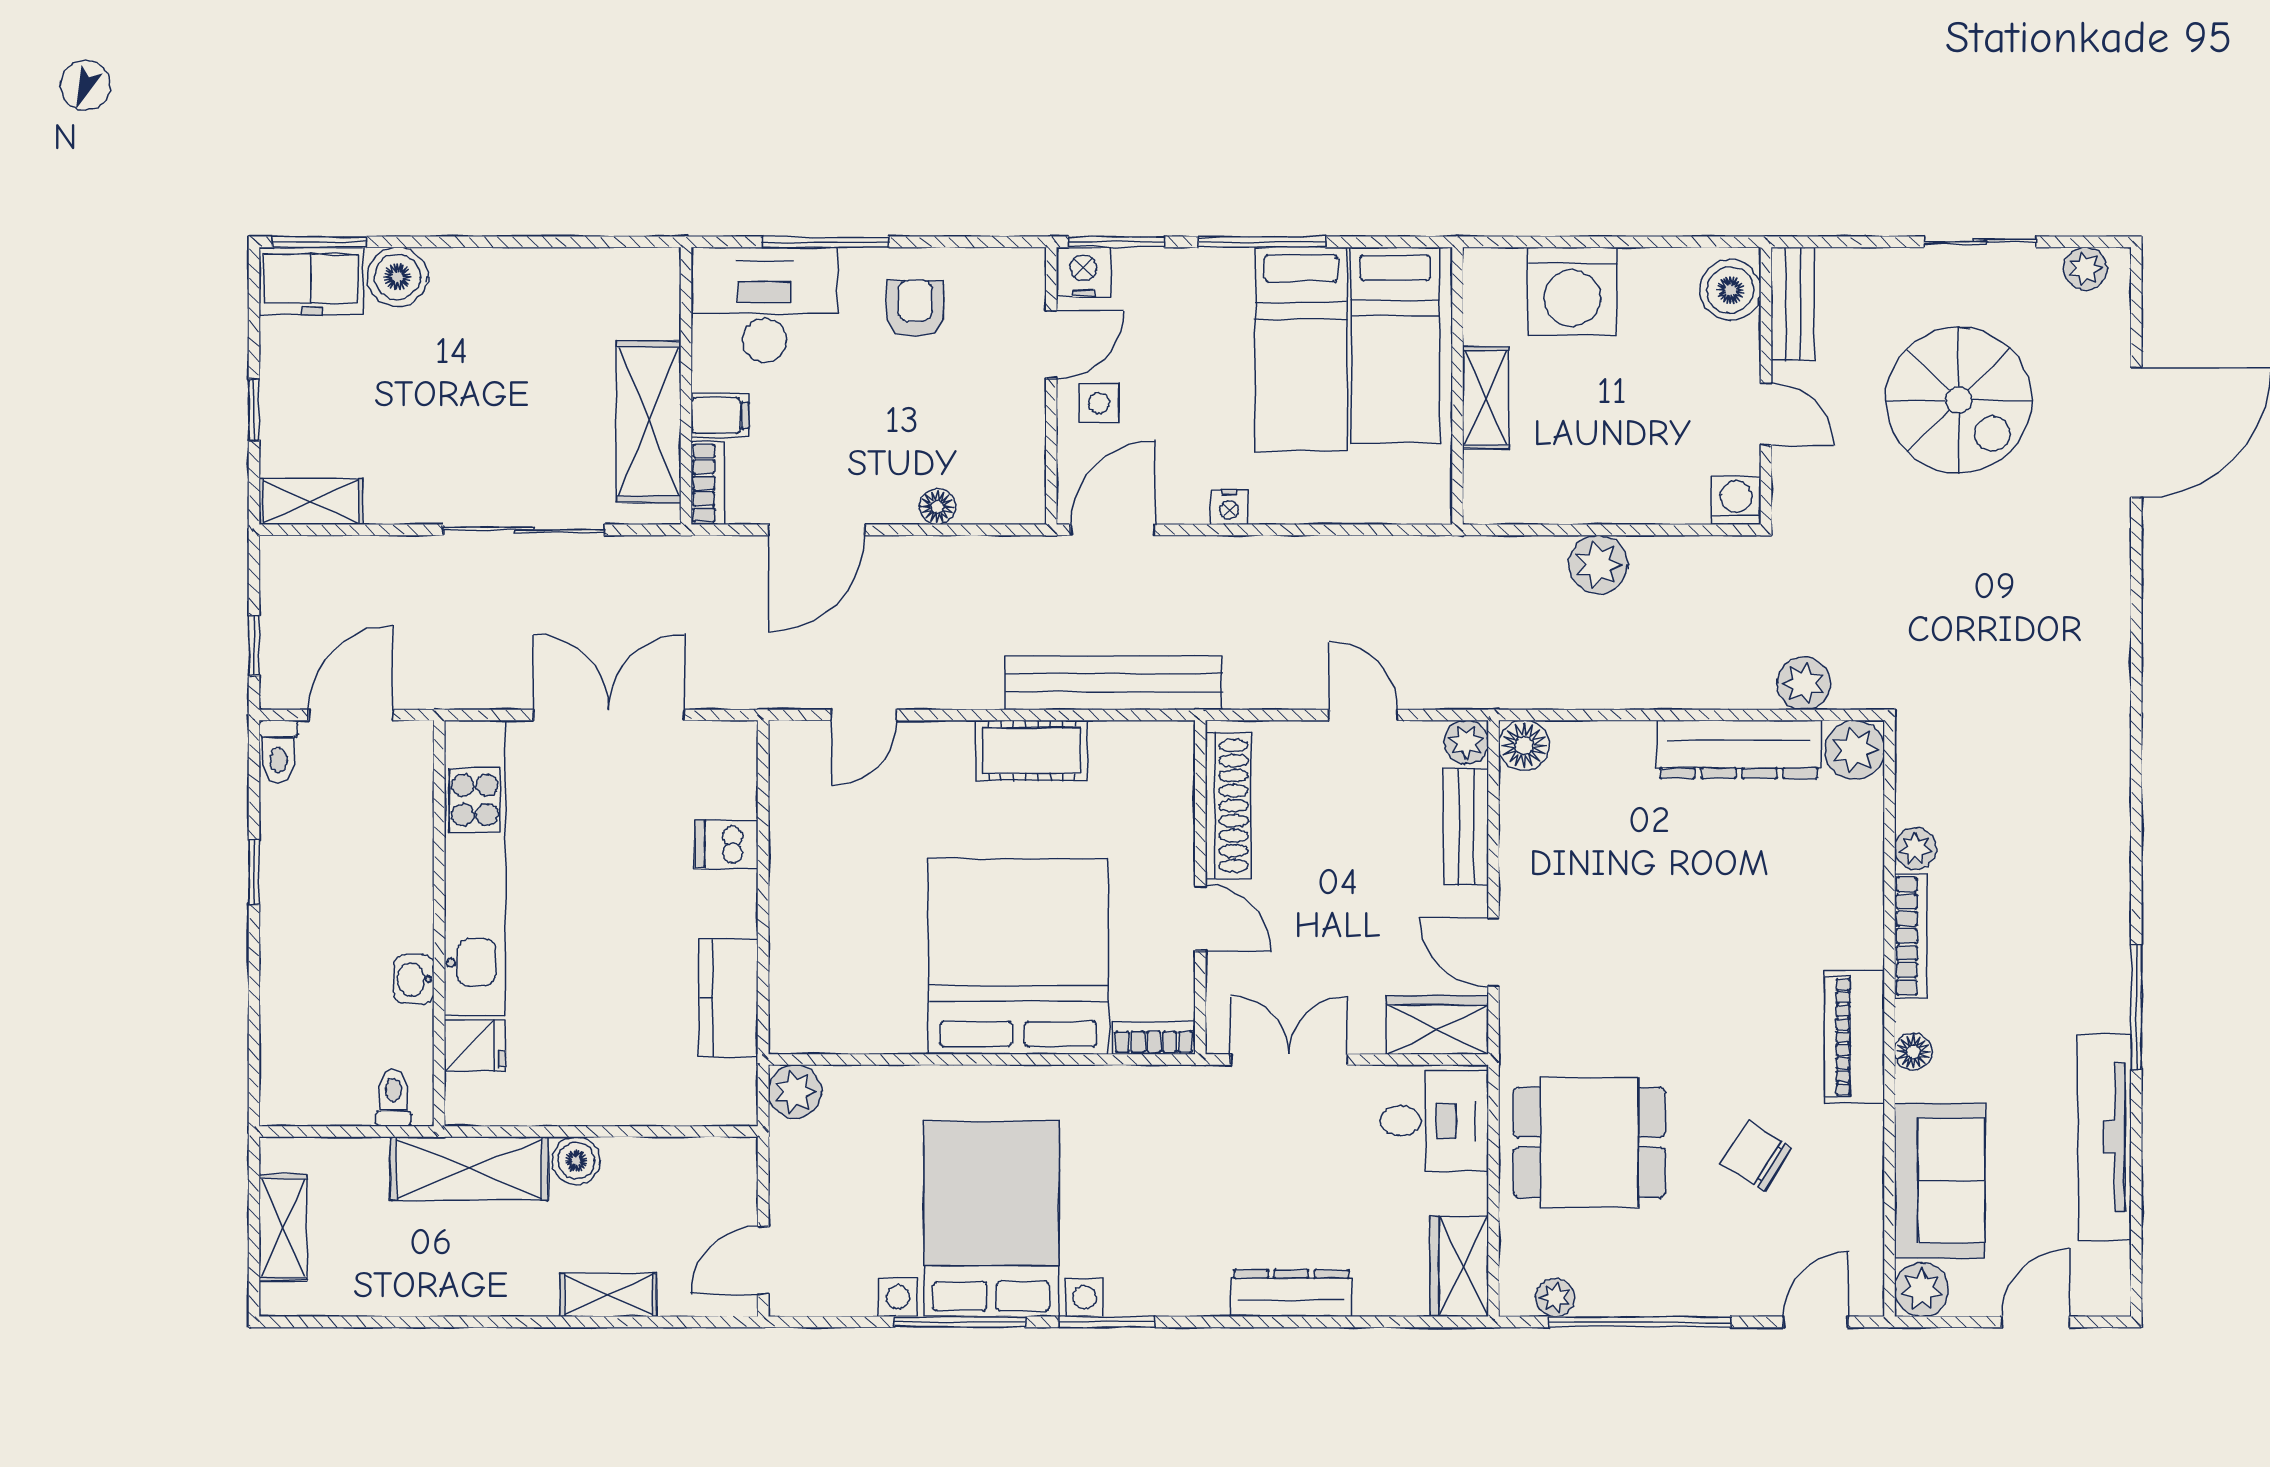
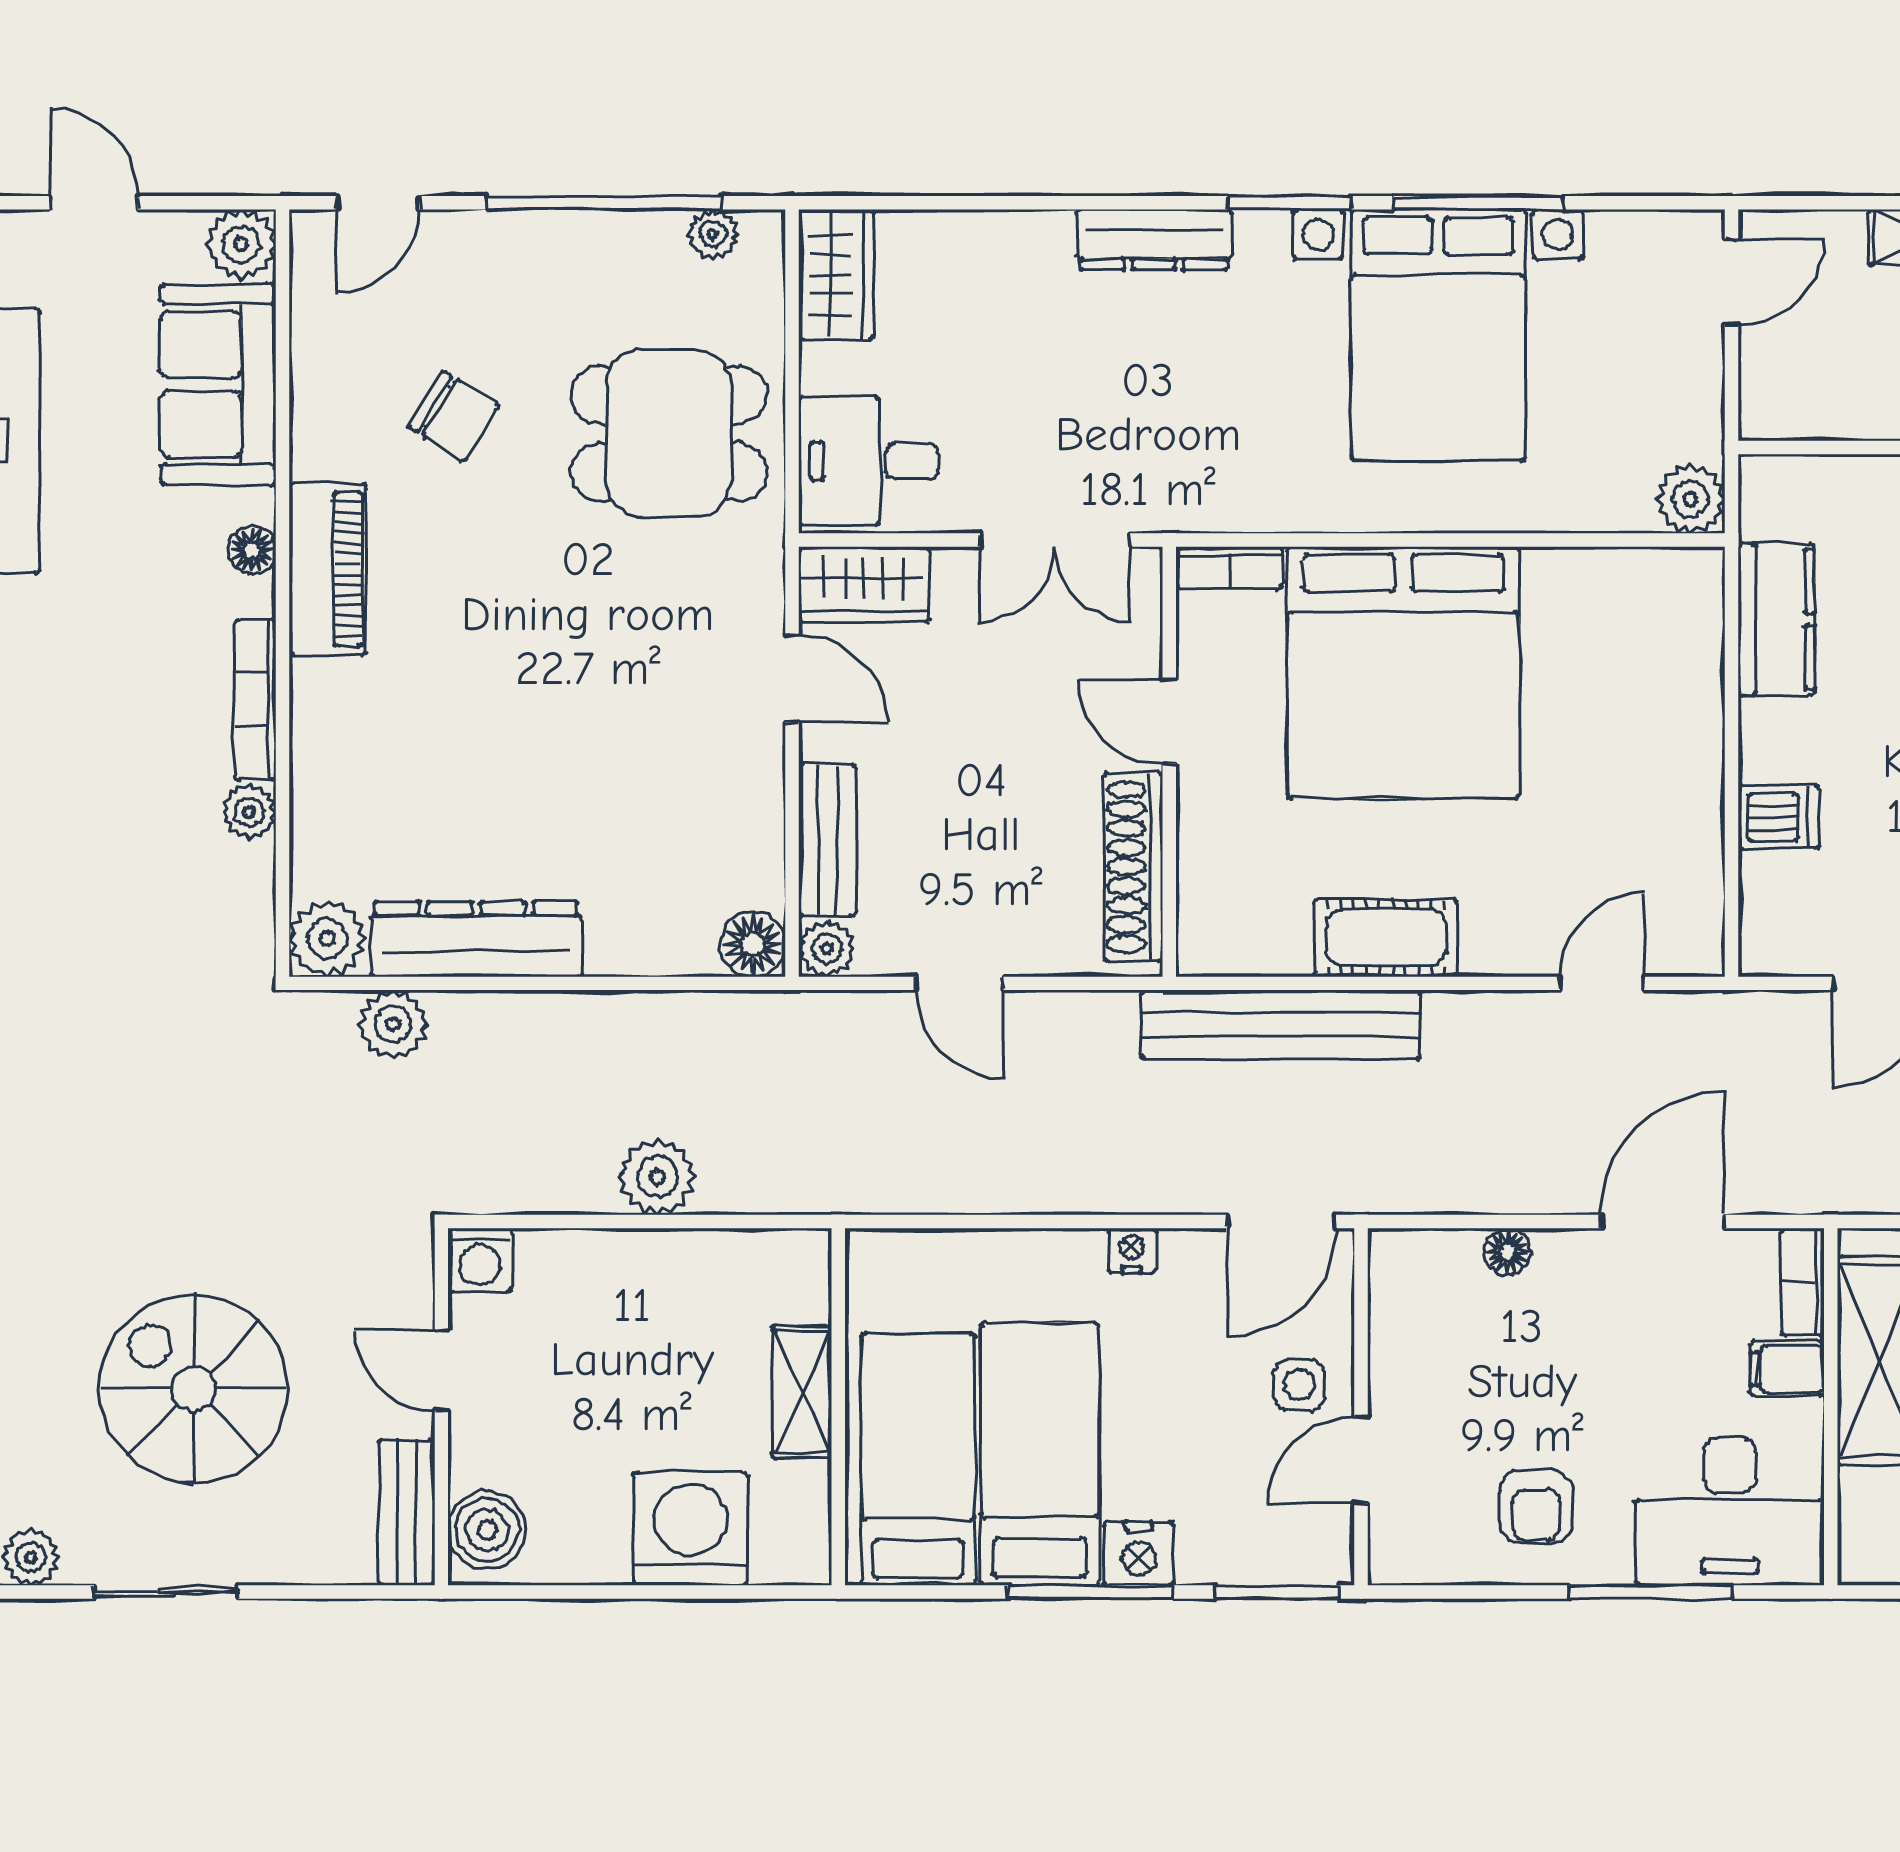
nightstand: (1083, 272) -> (1139, 1553), moved
dresser: (1291, 1293) -> (1154, 240), moved
door: (2036, 1322) -> (94, 203), swing flipped

